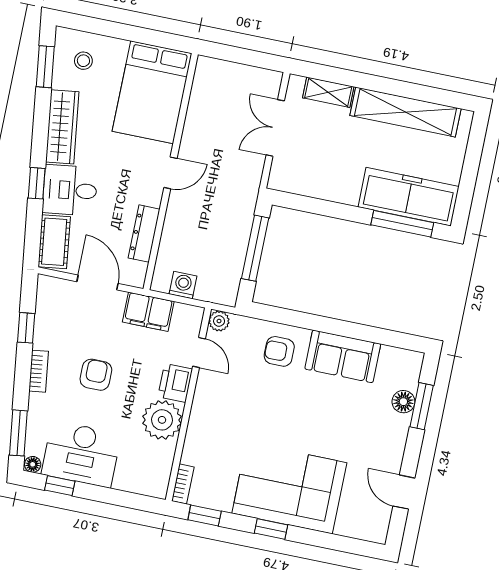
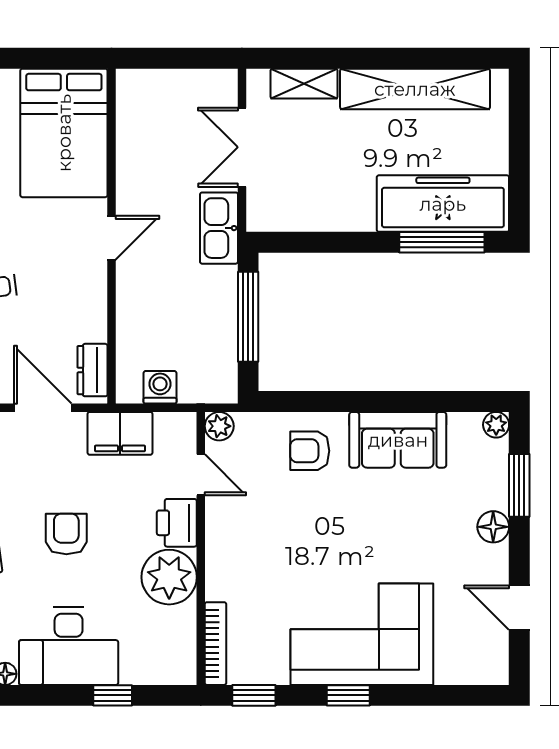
kitchen sink: (247, 182) -> (219, 228), added
dresser: (144, 234) -> (93, 370), moved, width x0.70
plant: (414, 360) -> (496, 425), added
floor lamp: (403, 402) -> (493, 527), moved
bookcase: (183, 484) -> (215, 644), width x1.56
window: (60, 486) -> (113, 695), moved

